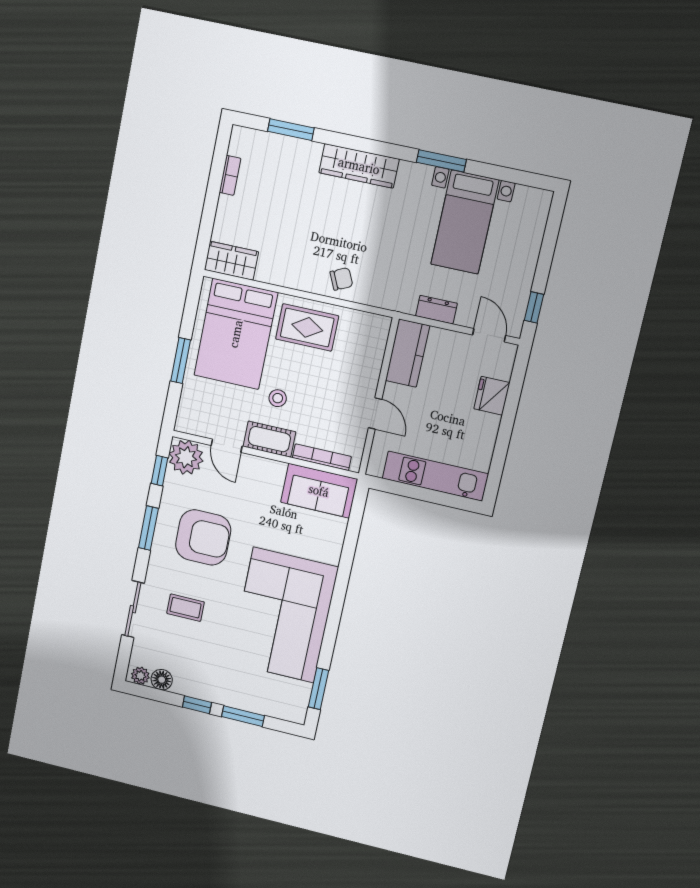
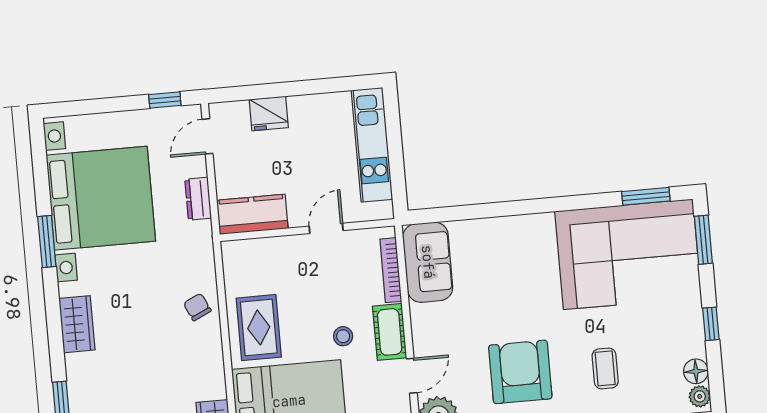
wardrobe: (359, 166) -> (77, 324), width x0.67
bed with nightstands: (465, 222) -> (101, 198), width x1.85
corner sofa: (284, 615) -> (628, 254), moved
window: (243, 716) -> (703, 240), moved

